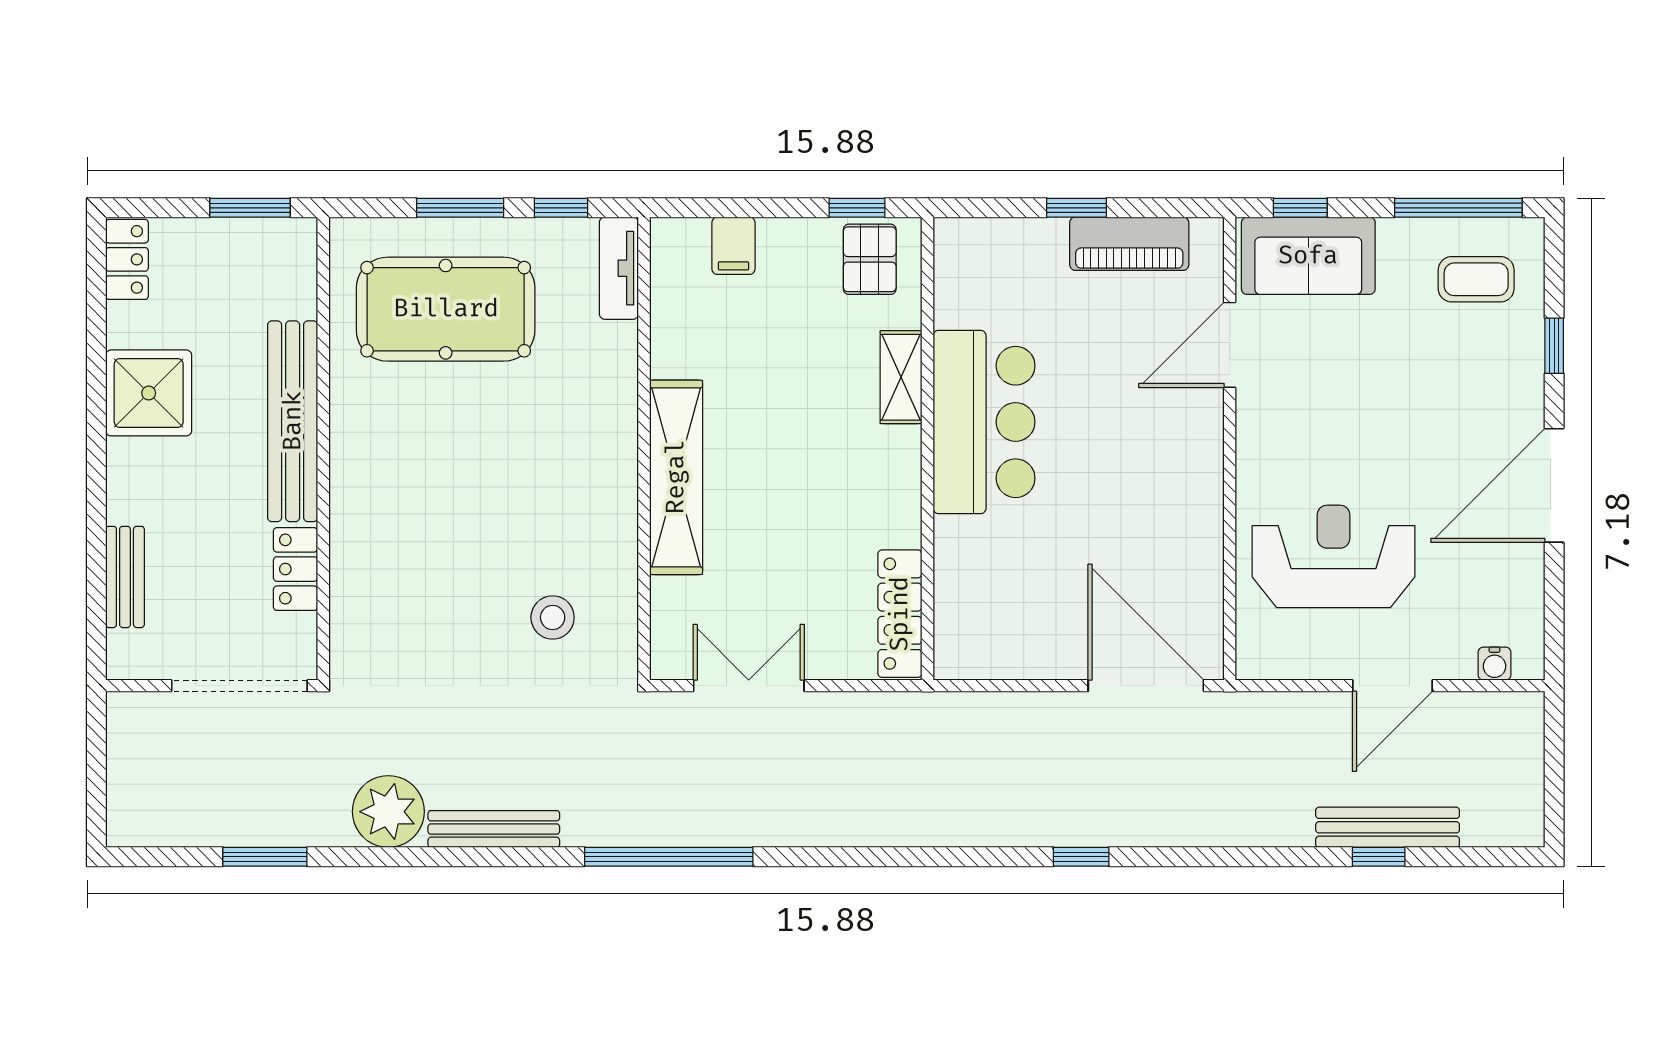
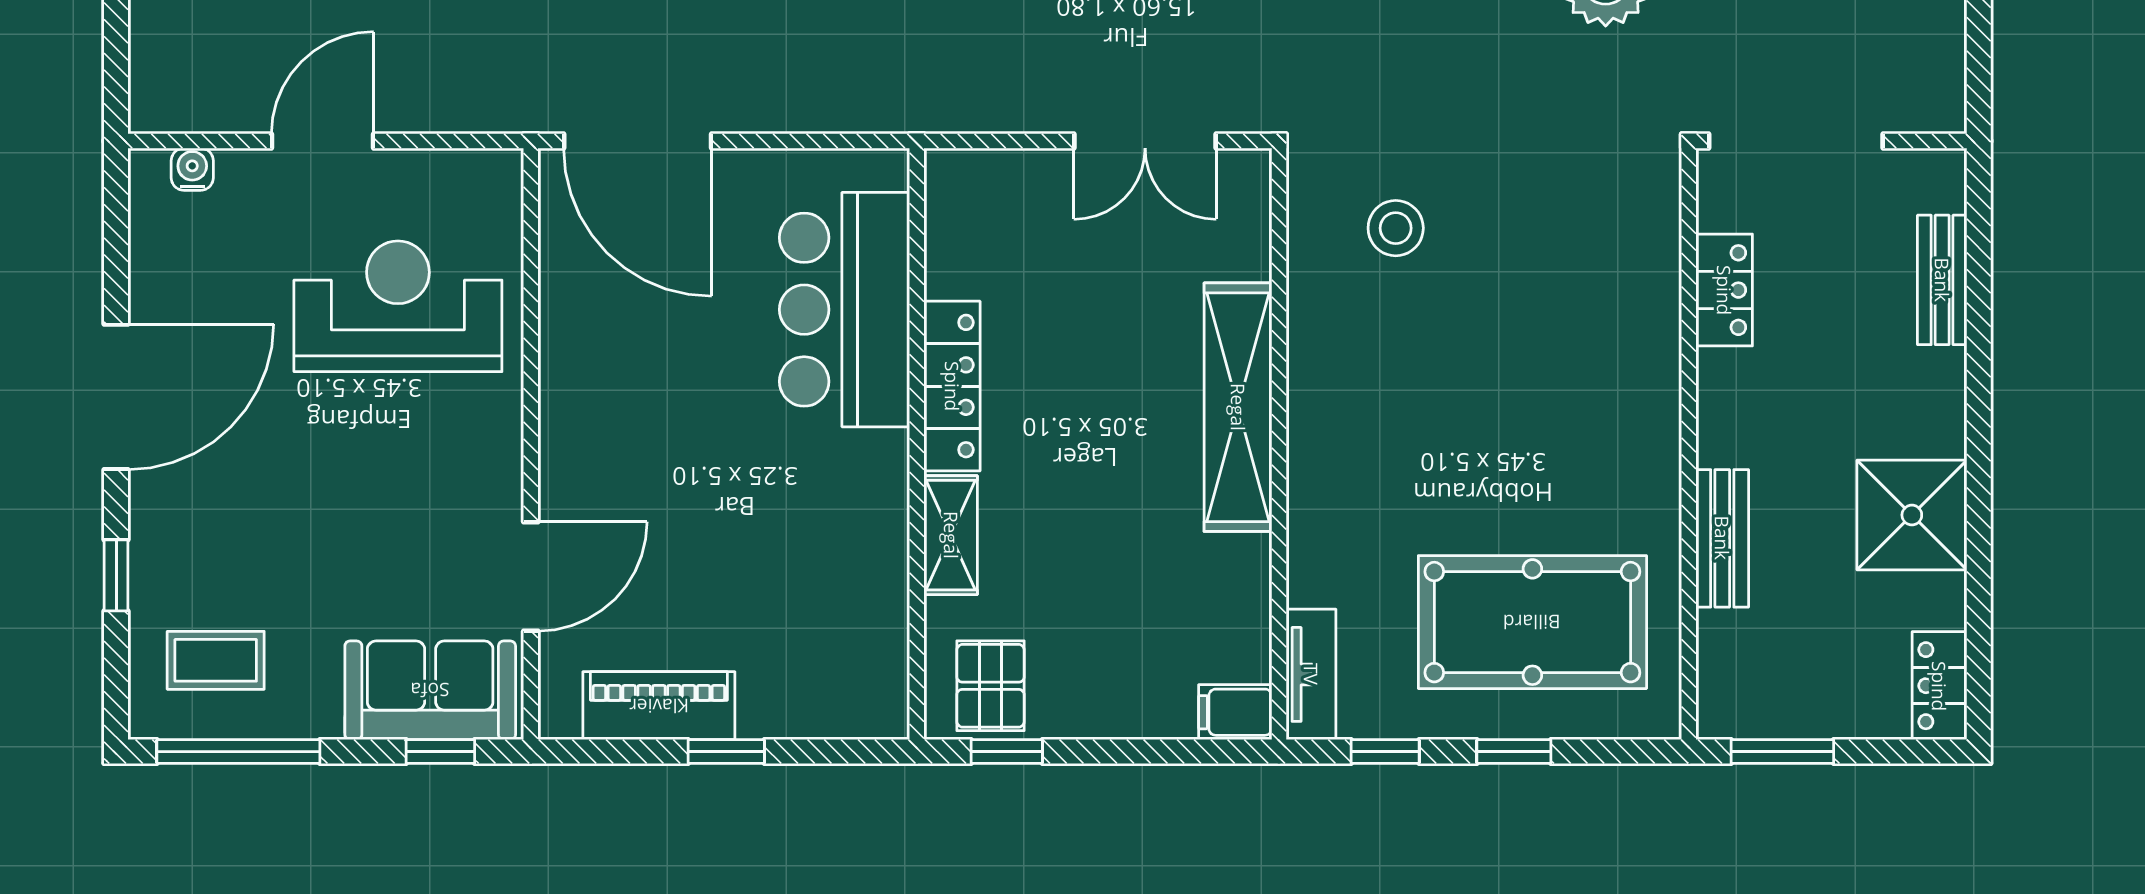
window: (460, 208) -> (1514, 752), width x0.67
filing cabinet: (733, 246) -> (1235, 712), moved, turned -90
bench: (293, 421) -> (1722, 538), width x0.54, depth x0.82
bar counter: (984, 422) -> (844, 310), moved
reception desk: (1334, 556) -> (398, 306), turned 180
locker: (900, 614) -> (952, 386), moved

